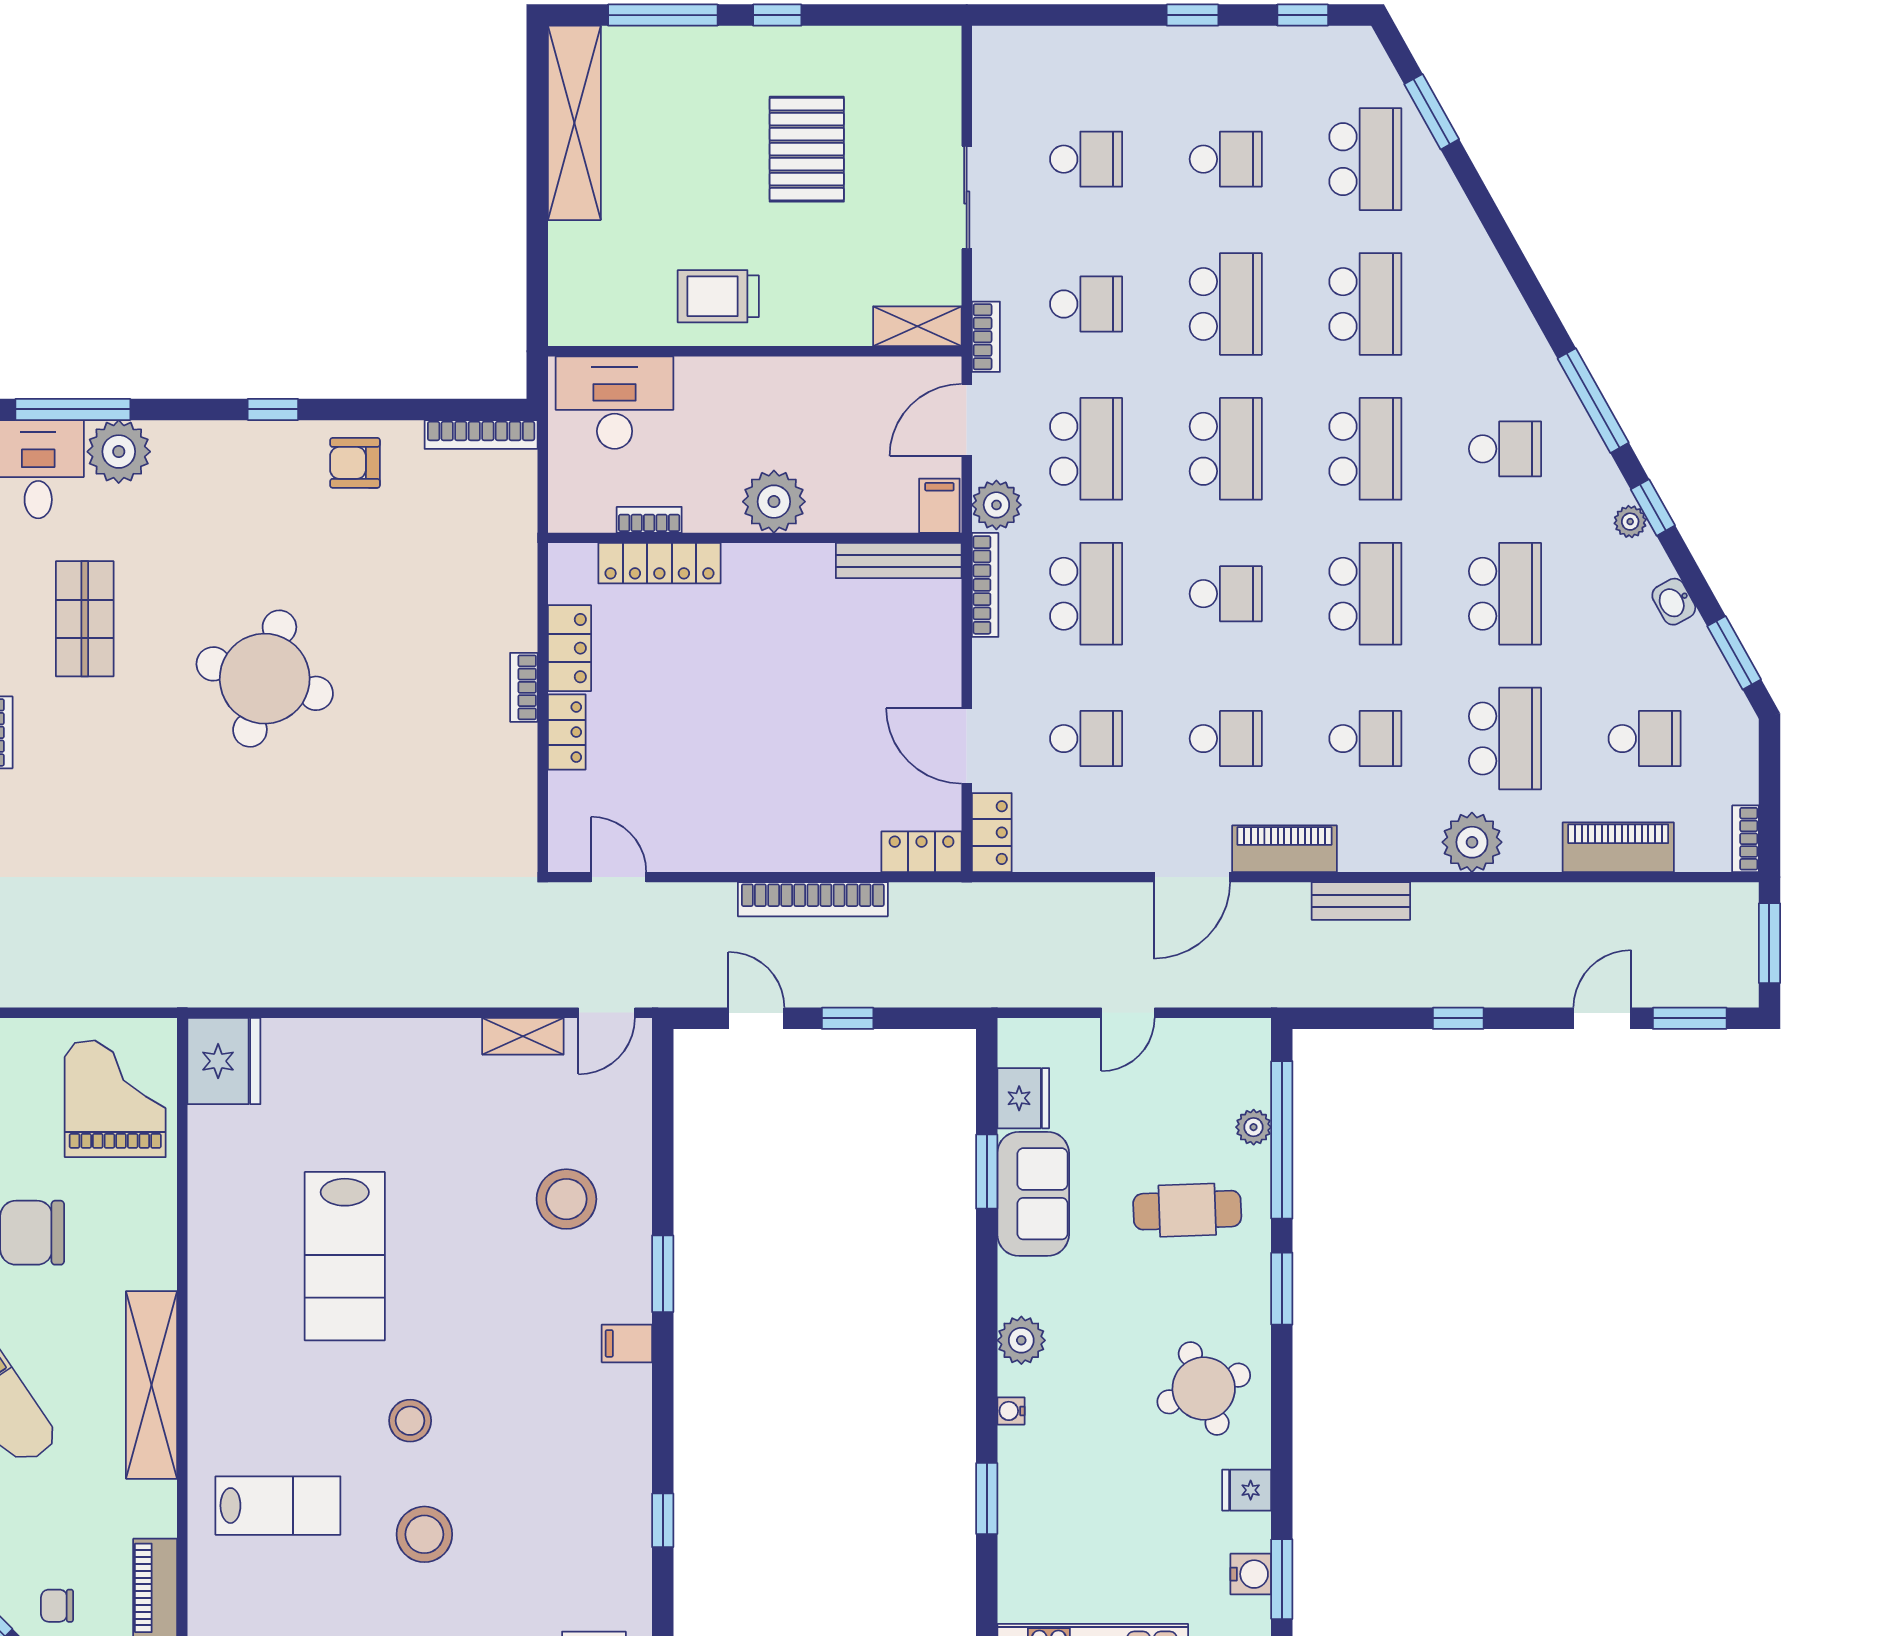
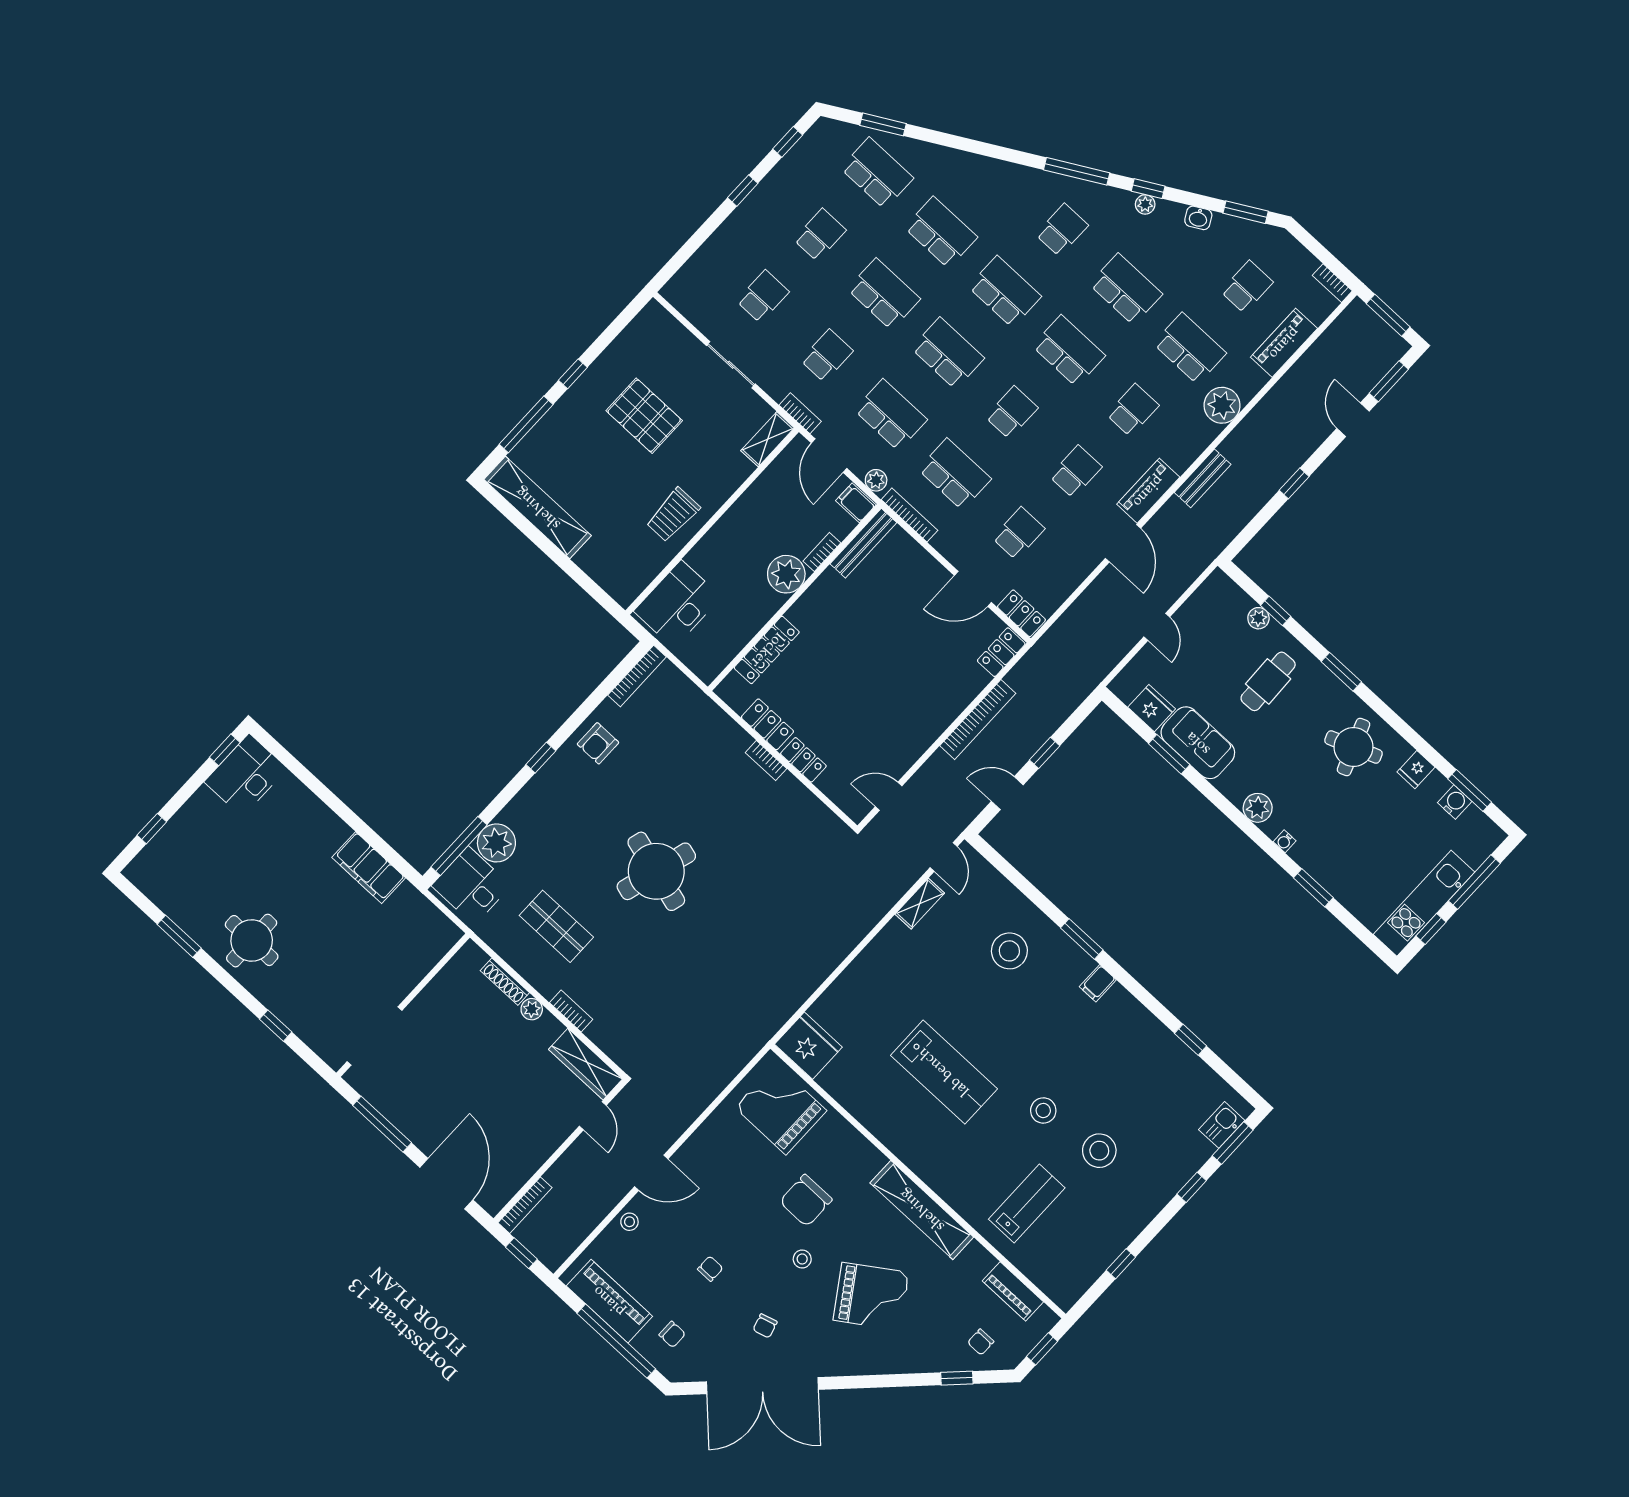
plant: (996, 505) -> (876, 480), width x0.73, depth x0.73
bookcase: (649, 520) -> (822, 552), moved
window: (1282, 1140) -> (1276, 611), width x0.32

